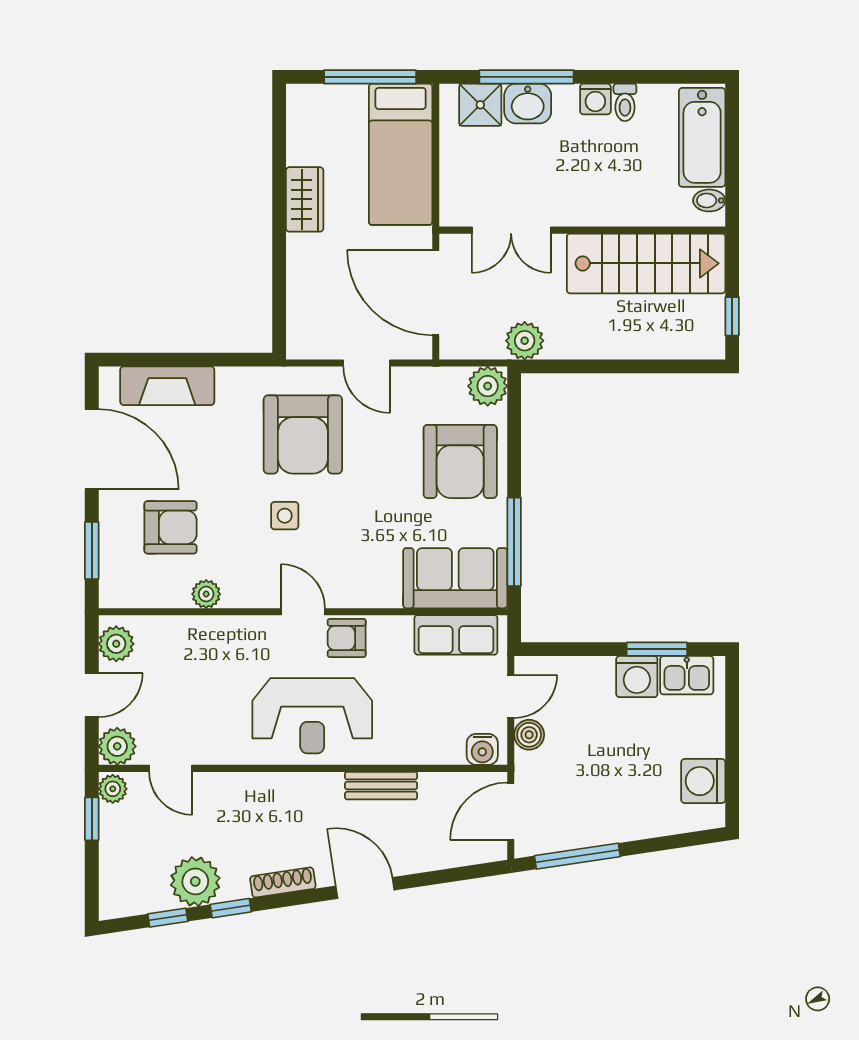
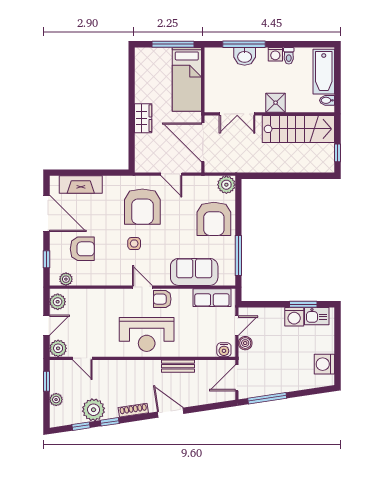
shower: (480, 105) -> (276, 103), moved
wardrobe: (305, 199) -> (143, 118), moved
plant: (525, 341) -> (243, 164), removed
window: (92, 550) -> (46, 259), width x0.67
sofa: (455, 578) -> (194, 272), moved
plant: (206, 594) -> (66, 279), moved
plant: (113, 789) -> (56, 400), moved

